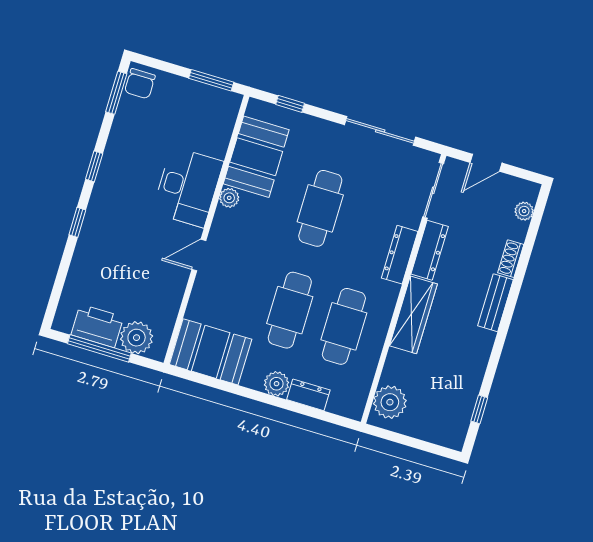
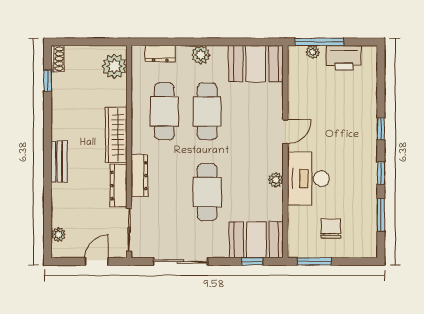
chair: (140, 84) -> (331, 229), moved
window: (116, 93) -> (381, 215), moved
booth: (256, 157) -> (256, 240), moved, turned 90
shoe rack: (511, 259) -> (58, 59), moved
plant: (137, 338) -> (313, 52), width x0.53, depth x0.53
window: (99, 348) -> (319, 42), moved
dresser: (308, 395) -> (160, 54), moved

